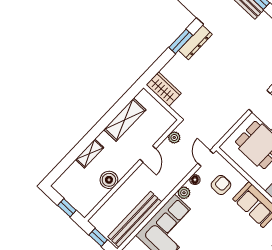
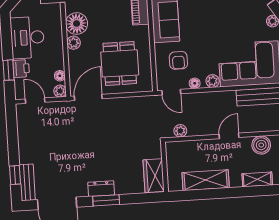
dresser: (195, 42) -> (101, 189), width x0.70
door: (148, 154) -> (229, 136), moved
door: (206, 158) -> (171, 92), hinge flipped
armchair: (221, 185) -> (178, 60), turned -90

